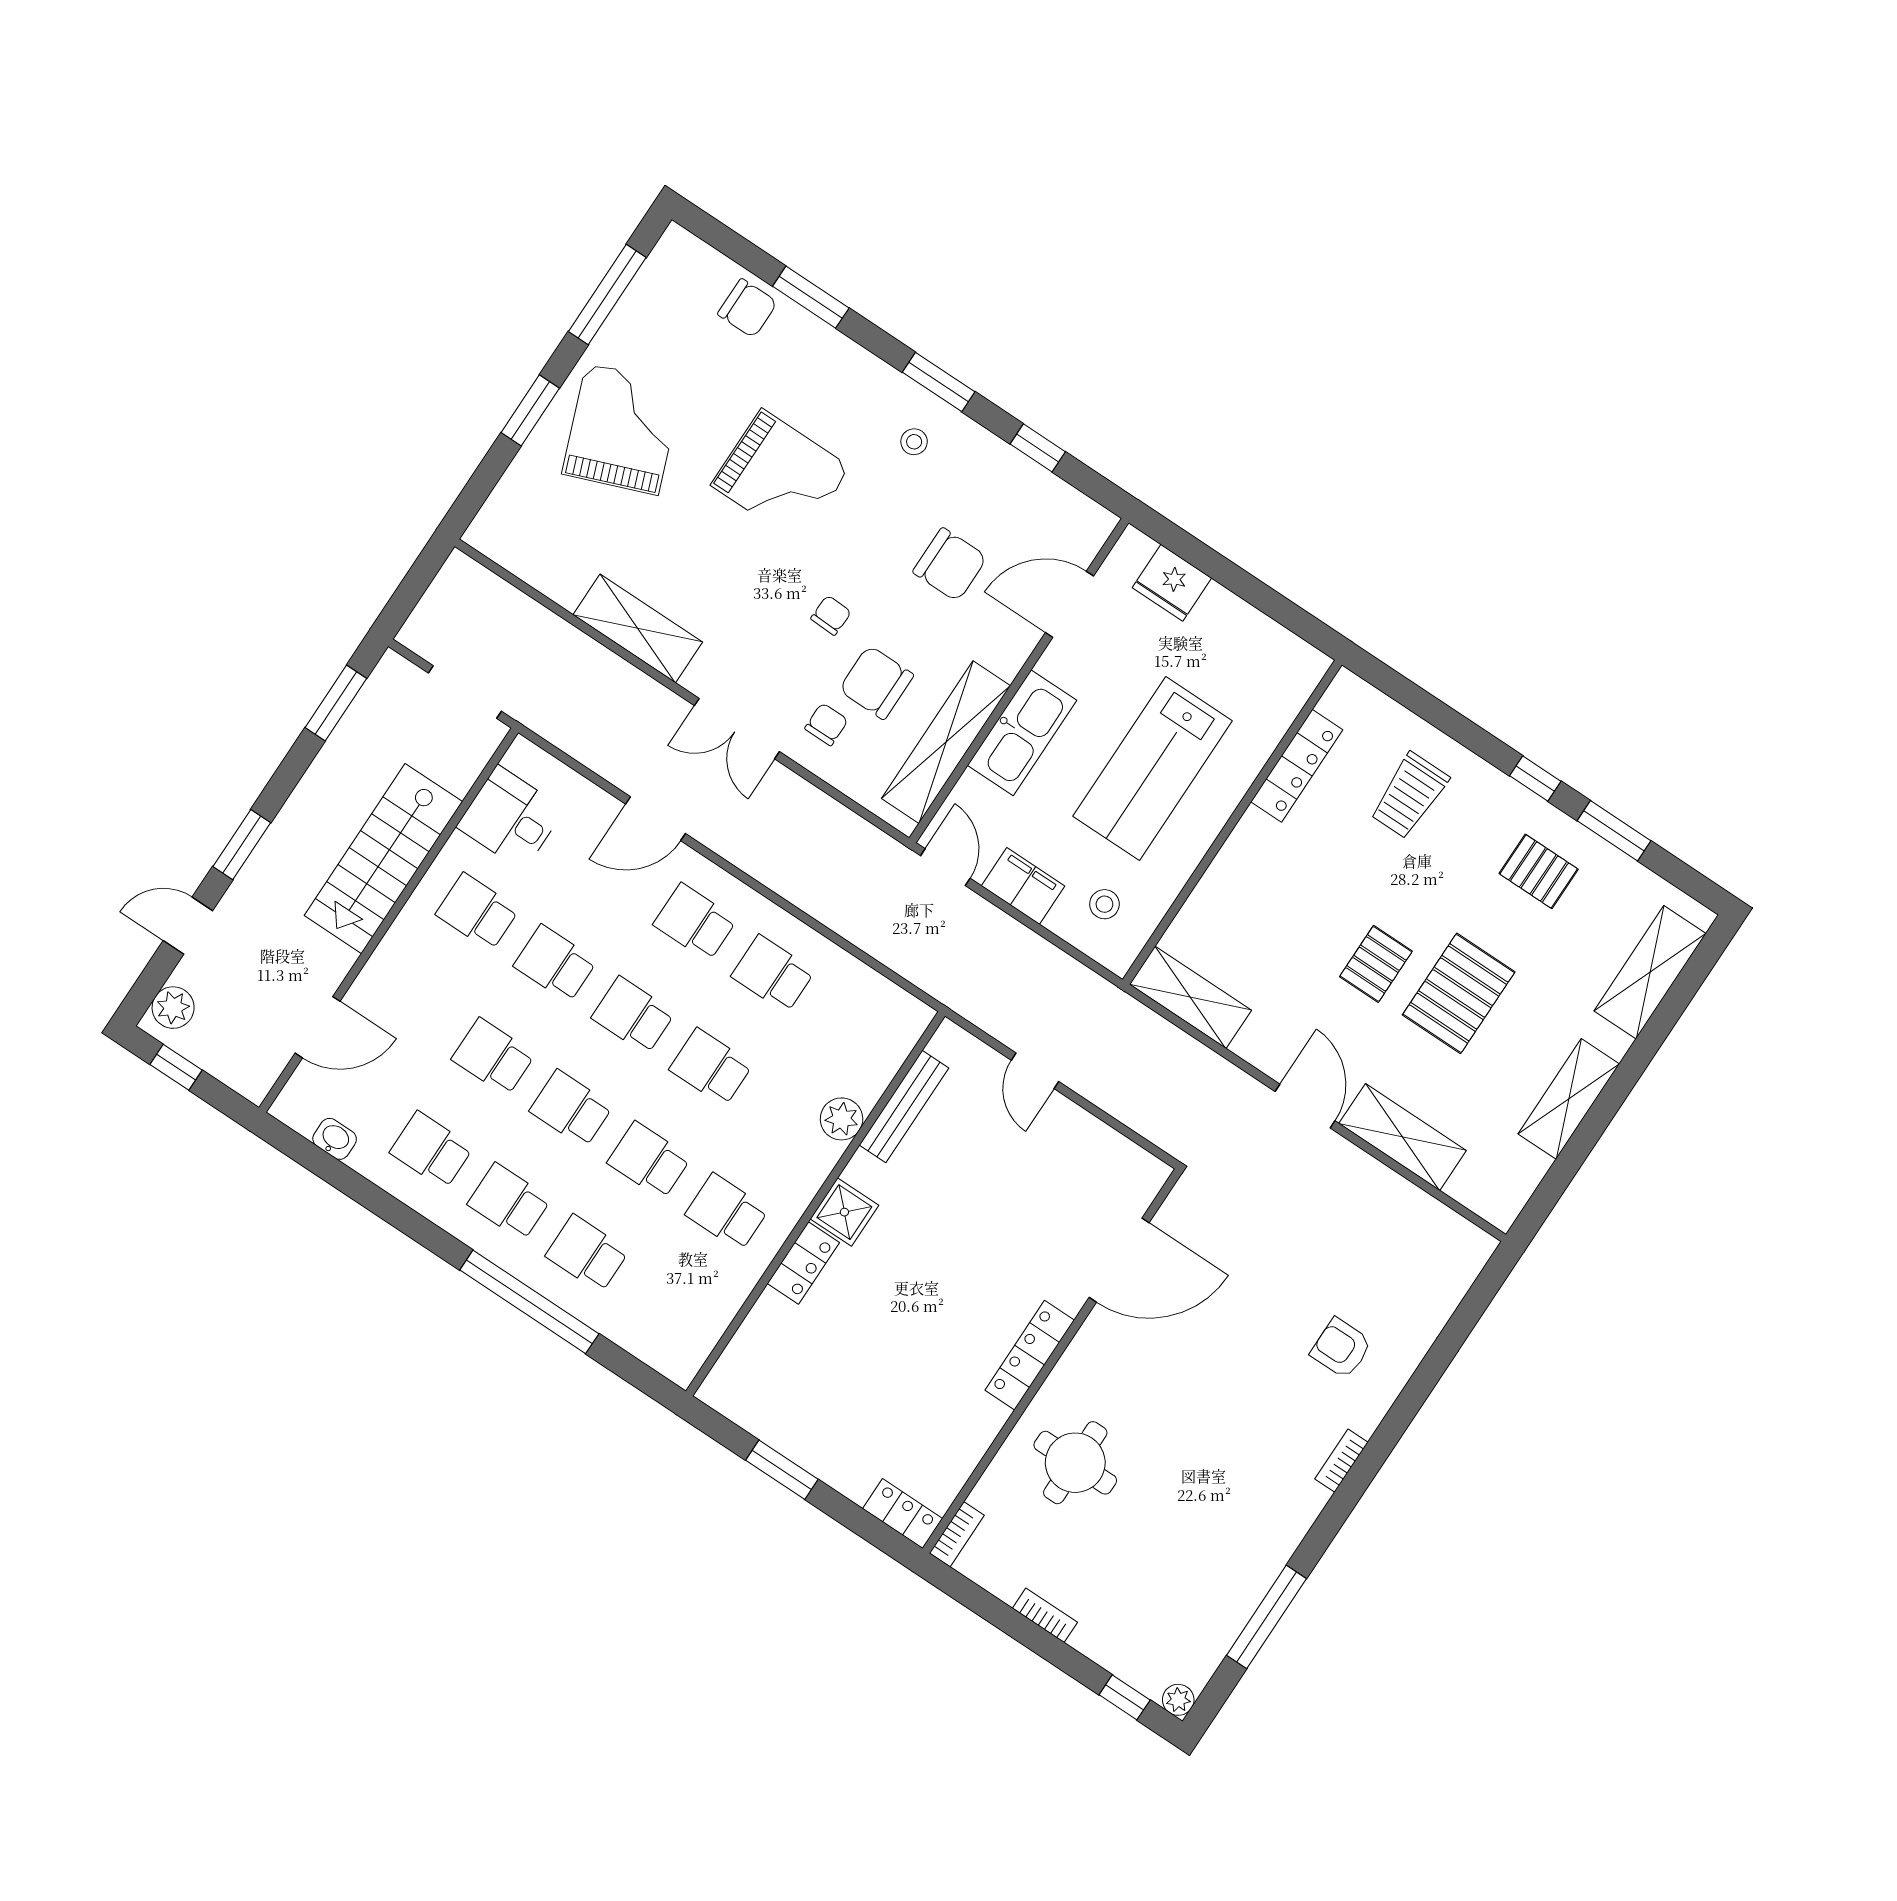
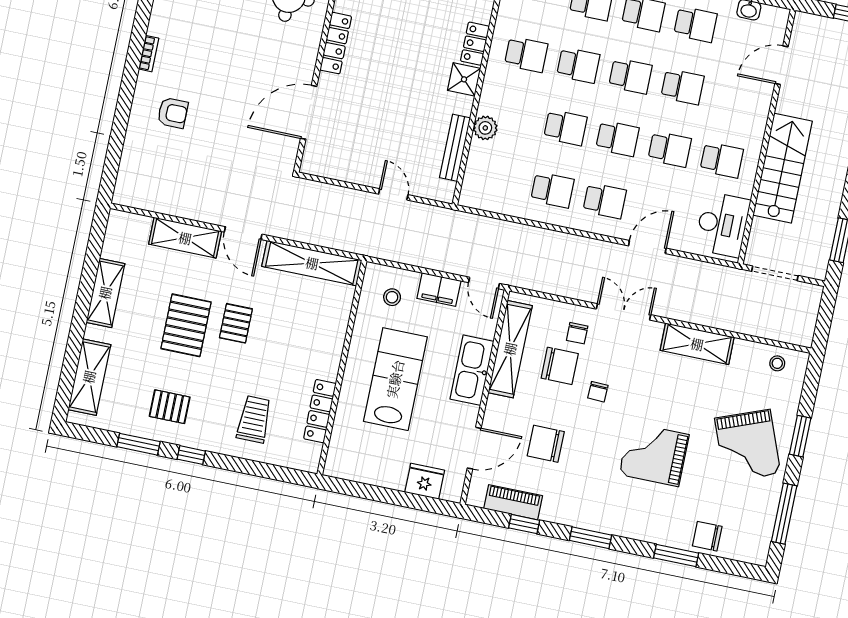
stool: (914, 442) -> (777, 363), moved
piano: (1041, 491) -> (513, 502), added
desk: (510, 818) -> (722, 224), width x1.37
shelving: (1190, 997) -> (312, 263), width x1.47

